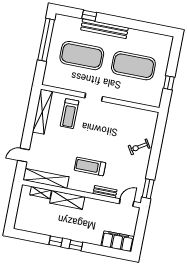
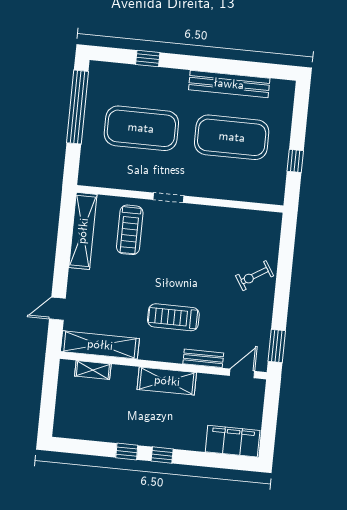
bench: (104, 29) -> (229, 84), moved
shelving: (67, 200) -> (167, 381), moved

